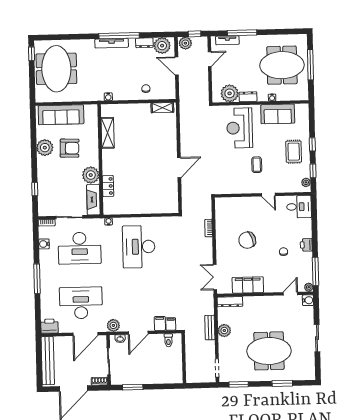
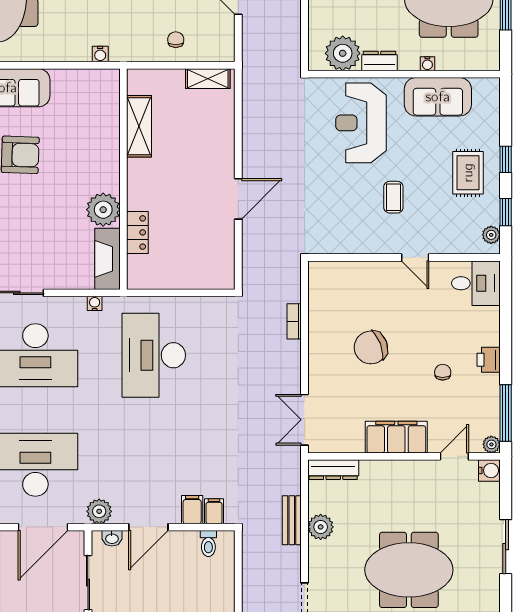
shelving: (108, 133) -> (139, 126), moved
wall: (100, 159) -> (123, 179), moved
plant: (91, 175) -> (103, 210), moved
locker: (108, 186) -> (137, 232), moved
fireplace: (93, 200) -> (107, 259), moved
filing cabinet: (248, 285) -> (396, 437), moved

